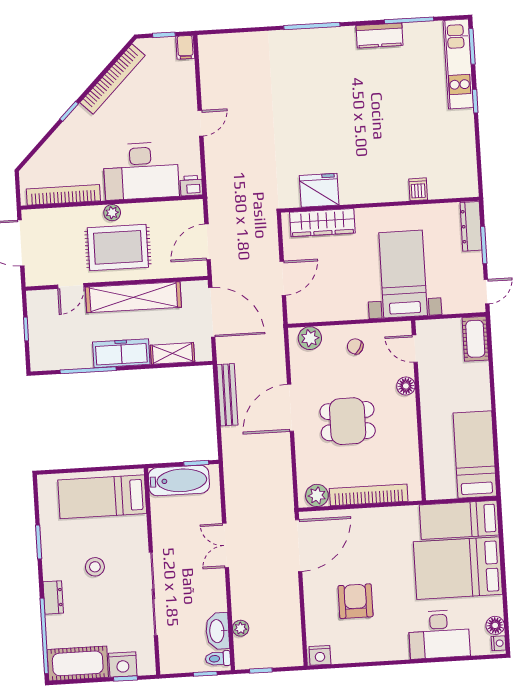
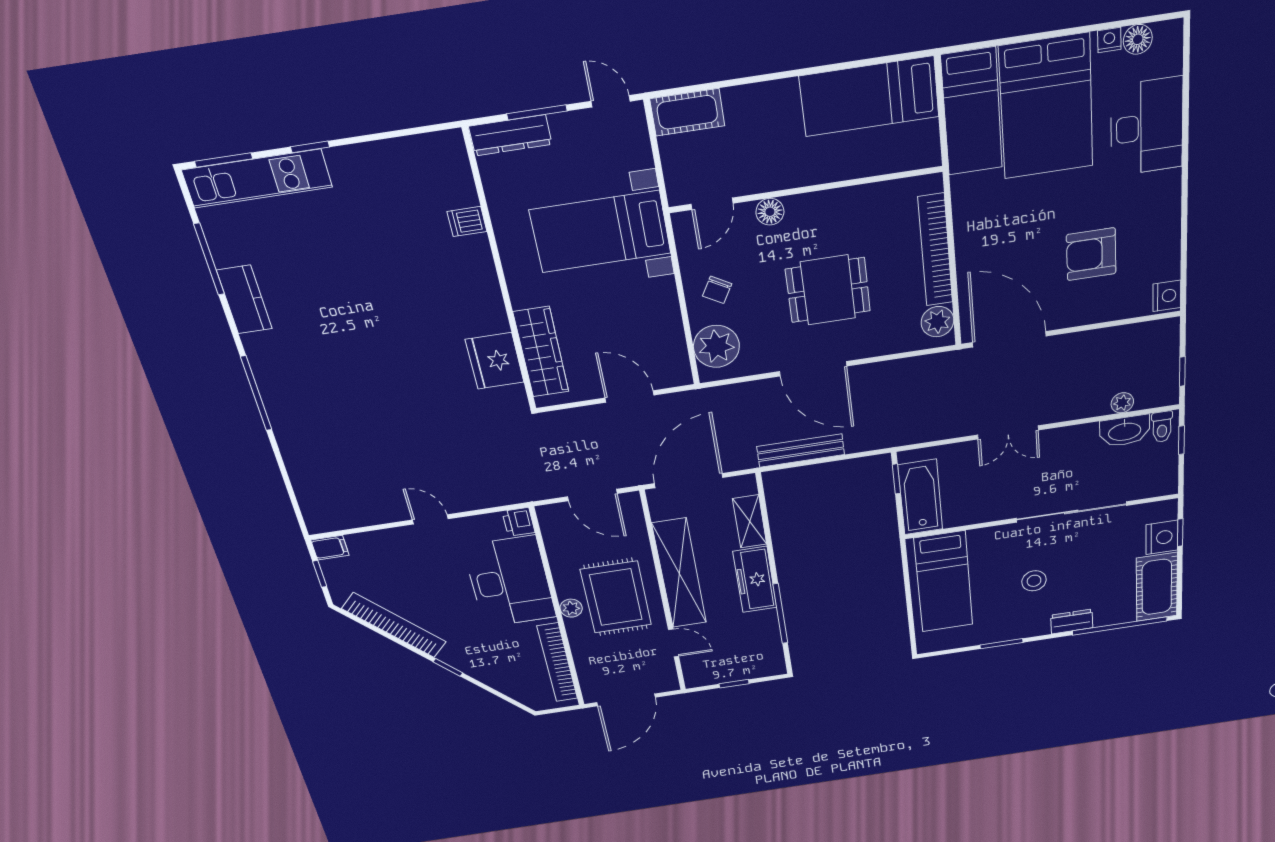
plant: (310, 338) -> (716, 346), width x1.36, depth x1.36
dining table: (348, 421) -> (828, 290), turned 90
nightstand: (499, 643) -> (1109, 40), moved

